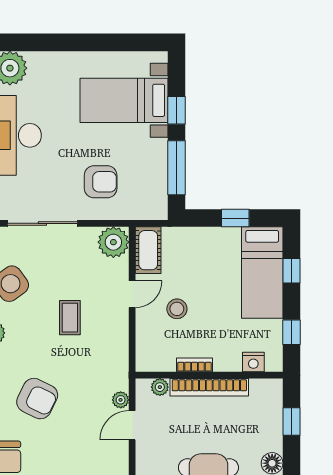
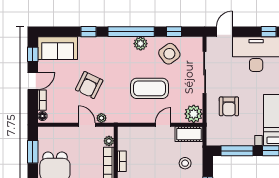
door: (132, 294) -> (163, 125), swing flipped
stool: (177, 309) -> (185, 163), moved
coffee table: (70, 318) -> (149, 88), width x1.86, depth x1.72
armchair: (37, 399) -> (89, 85), moved

